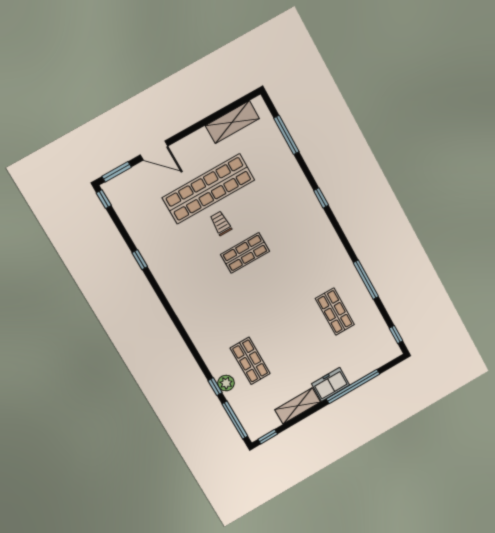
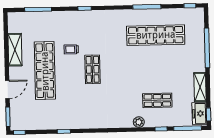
shelving: (232, 122) -> (15, 50), moved
trolley: (221, 223) -> (71, 49), moved
shop shelf: (335, 312) -> (156, 35), width x2.00, depth x1.36
plant: (226, 383) -> (139, 122), moved
freezer: (331, 384) -> (199, 113), moved

